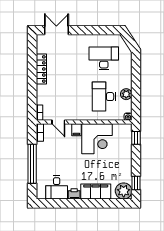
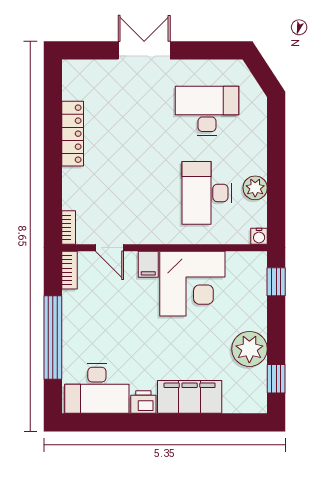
double door: (56, 30) -> (144, 50), moved
desk: (57, 187) -> (97, 388), width x1.37
plant: (124, 191) -> (249, 349), moved

